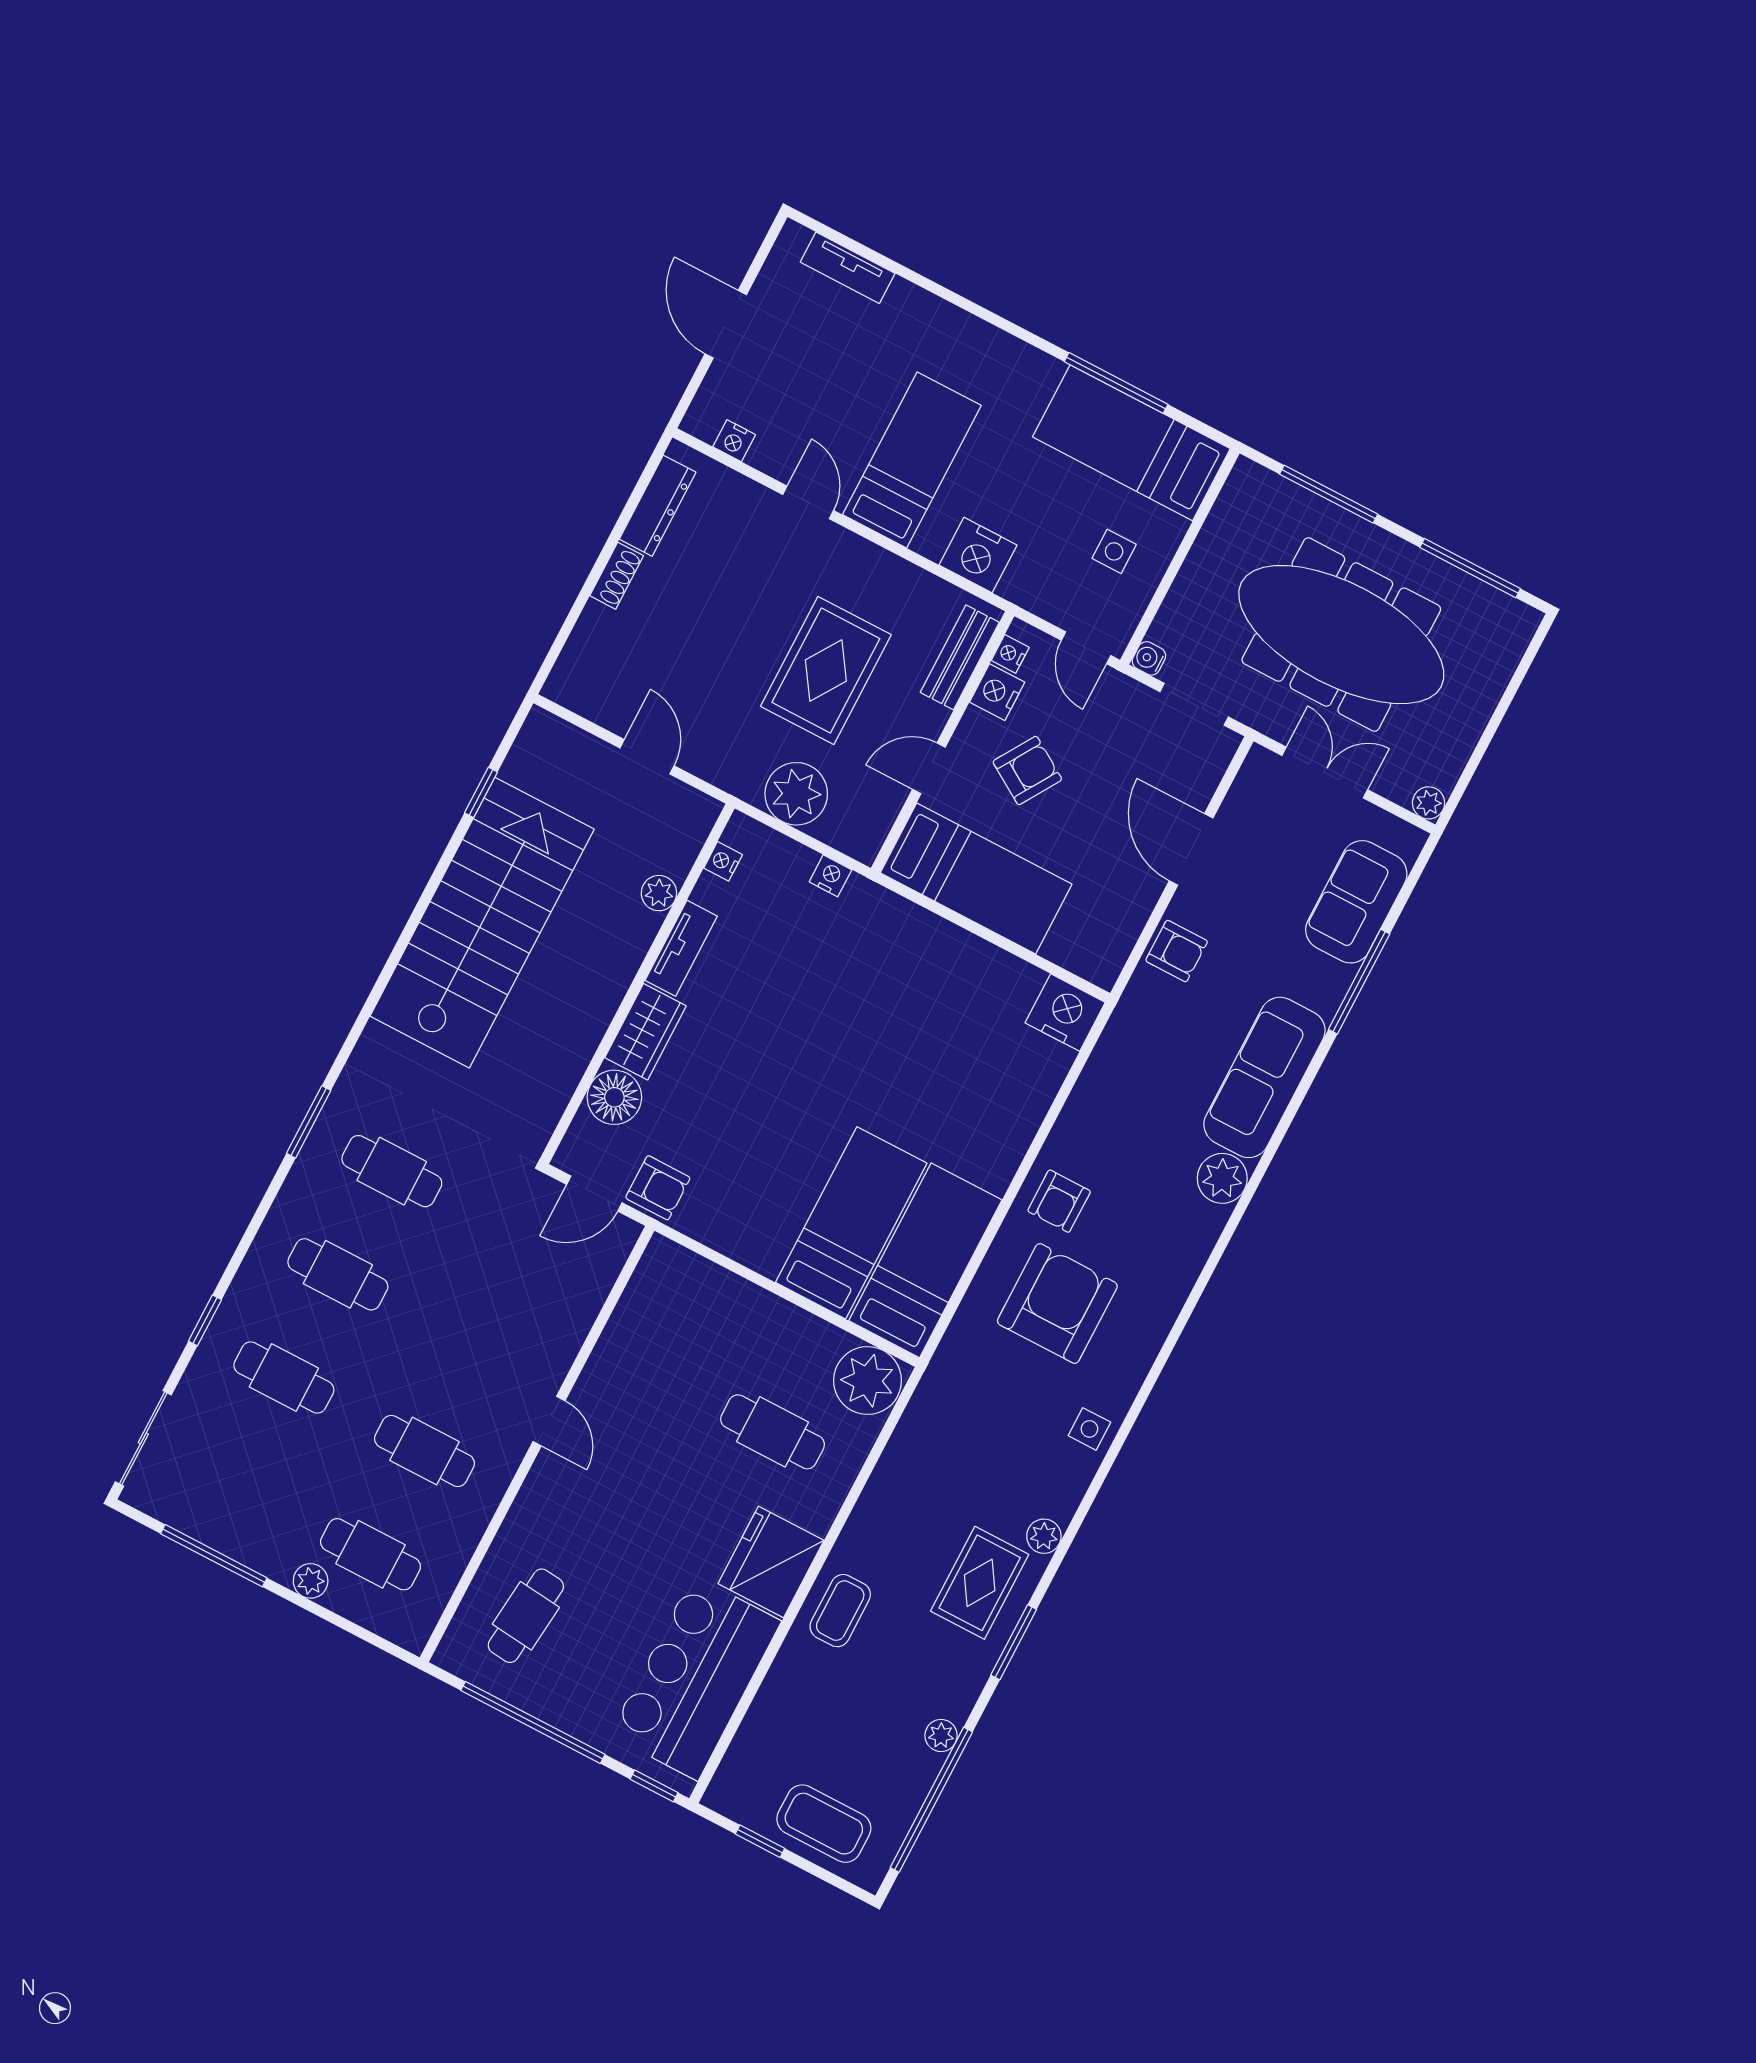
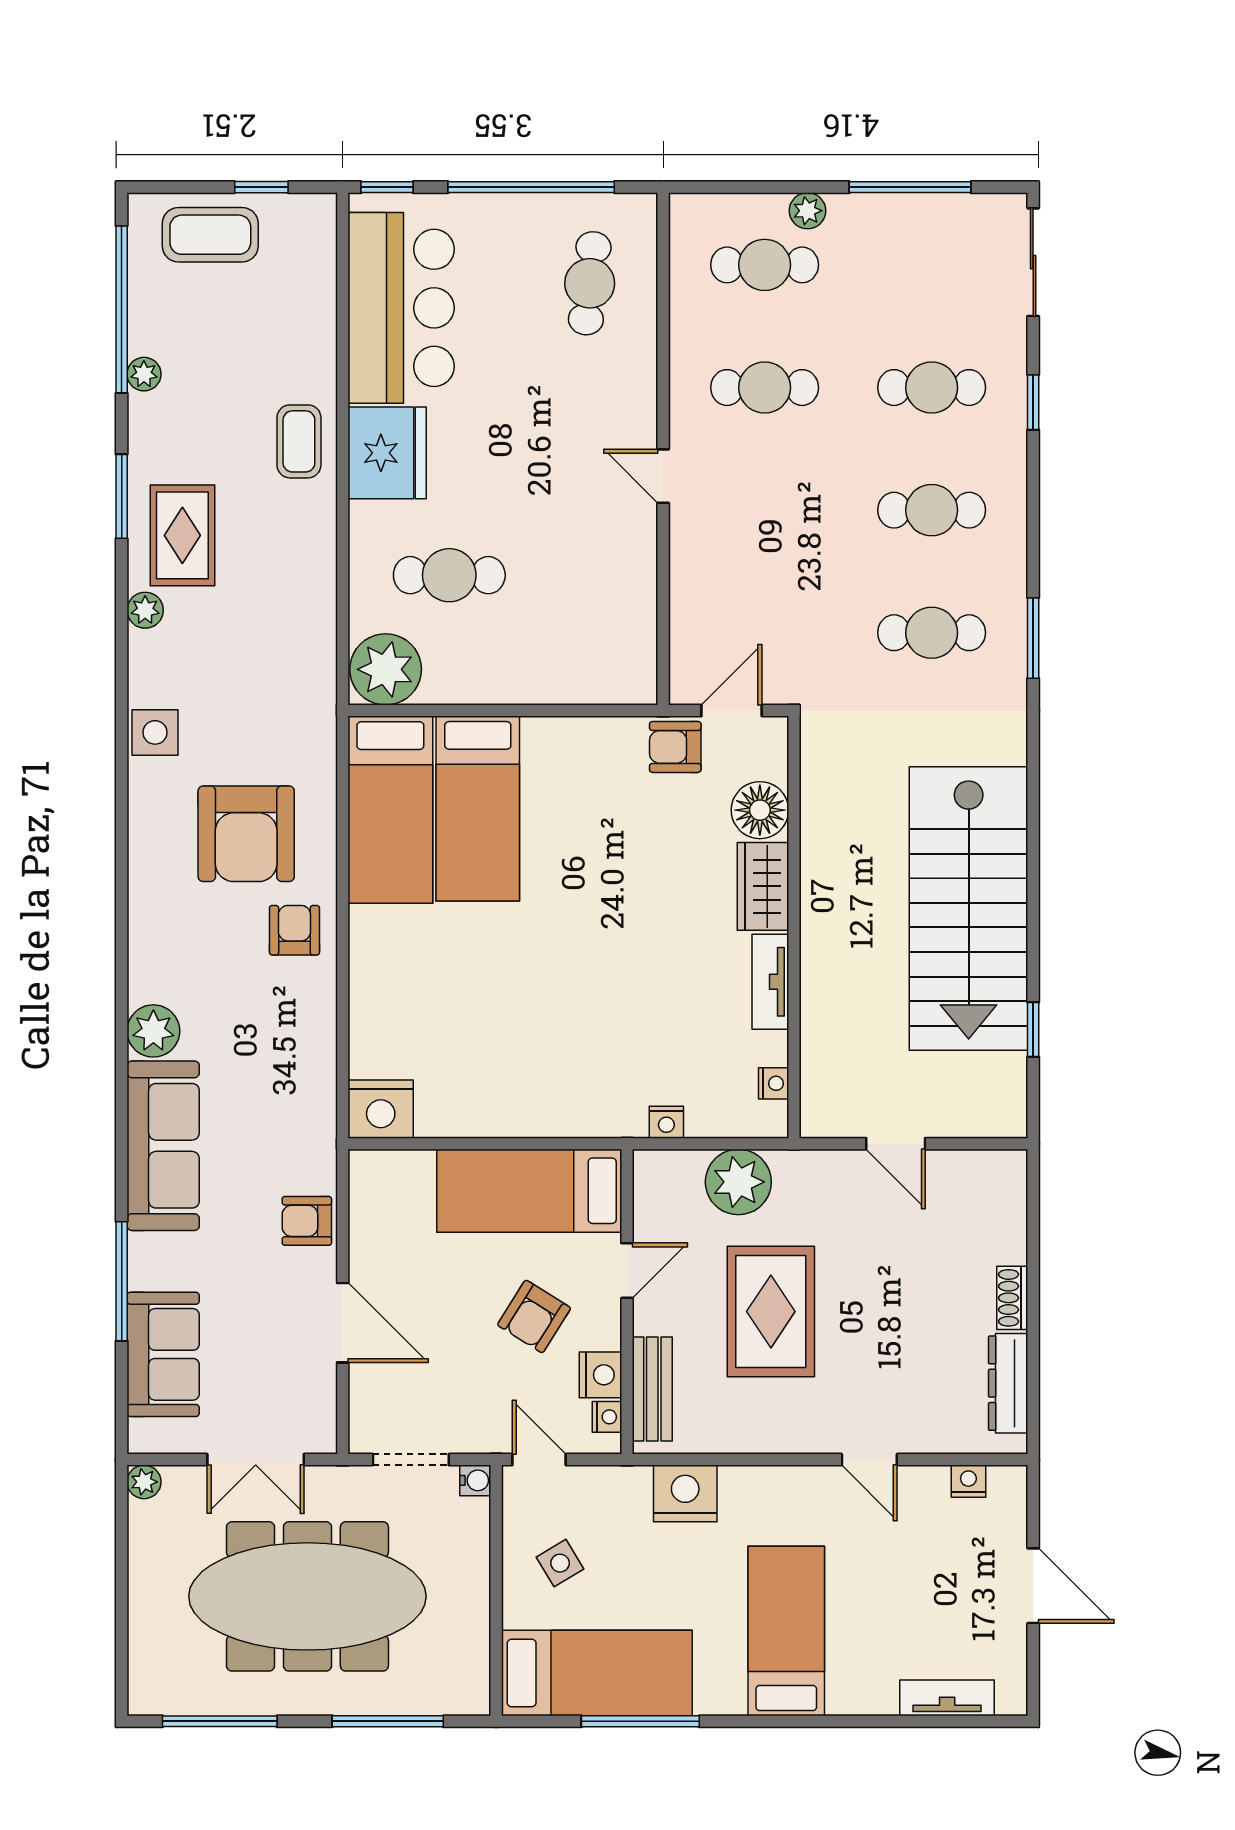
bed: (912, 460) -> (786, 1631), moved, turned 180
side table: (1114, 551) -> (560, 1563), turned -31
plant: (659, 893) -> (818, 1022), removed
side table: (1089, 1429) -> (155, 732), width x1.37, depth x1.37

